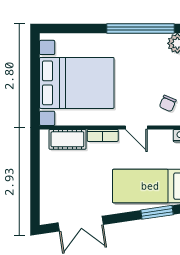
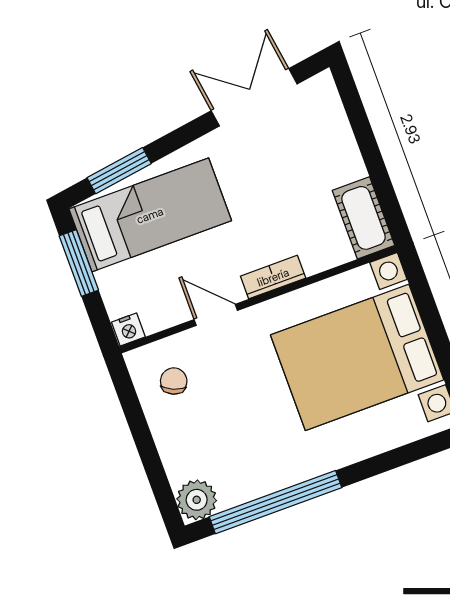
cot: (67, 139) -> (364, 218), moved, turned 90

